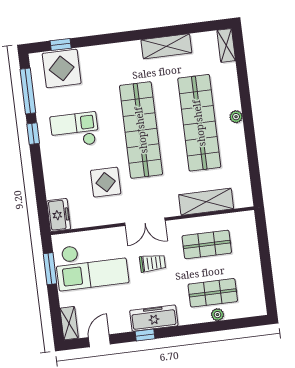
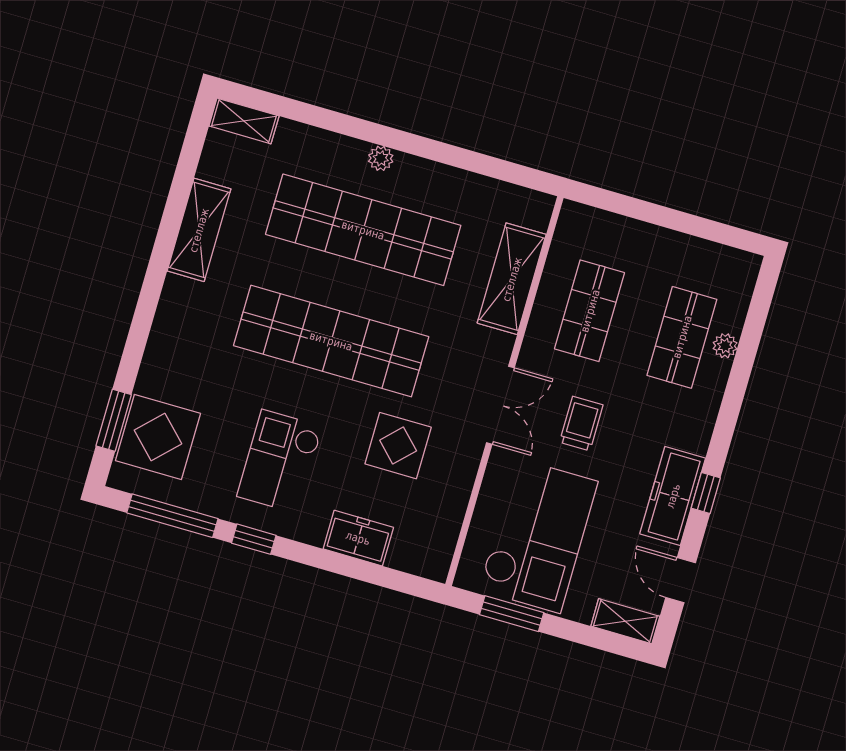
window: (61, 44) -> (114, 420), width x1.50
freezer: (59, 215) -> (358, 538), moved
freezer: (154, 318) -> (673, 496), moved

